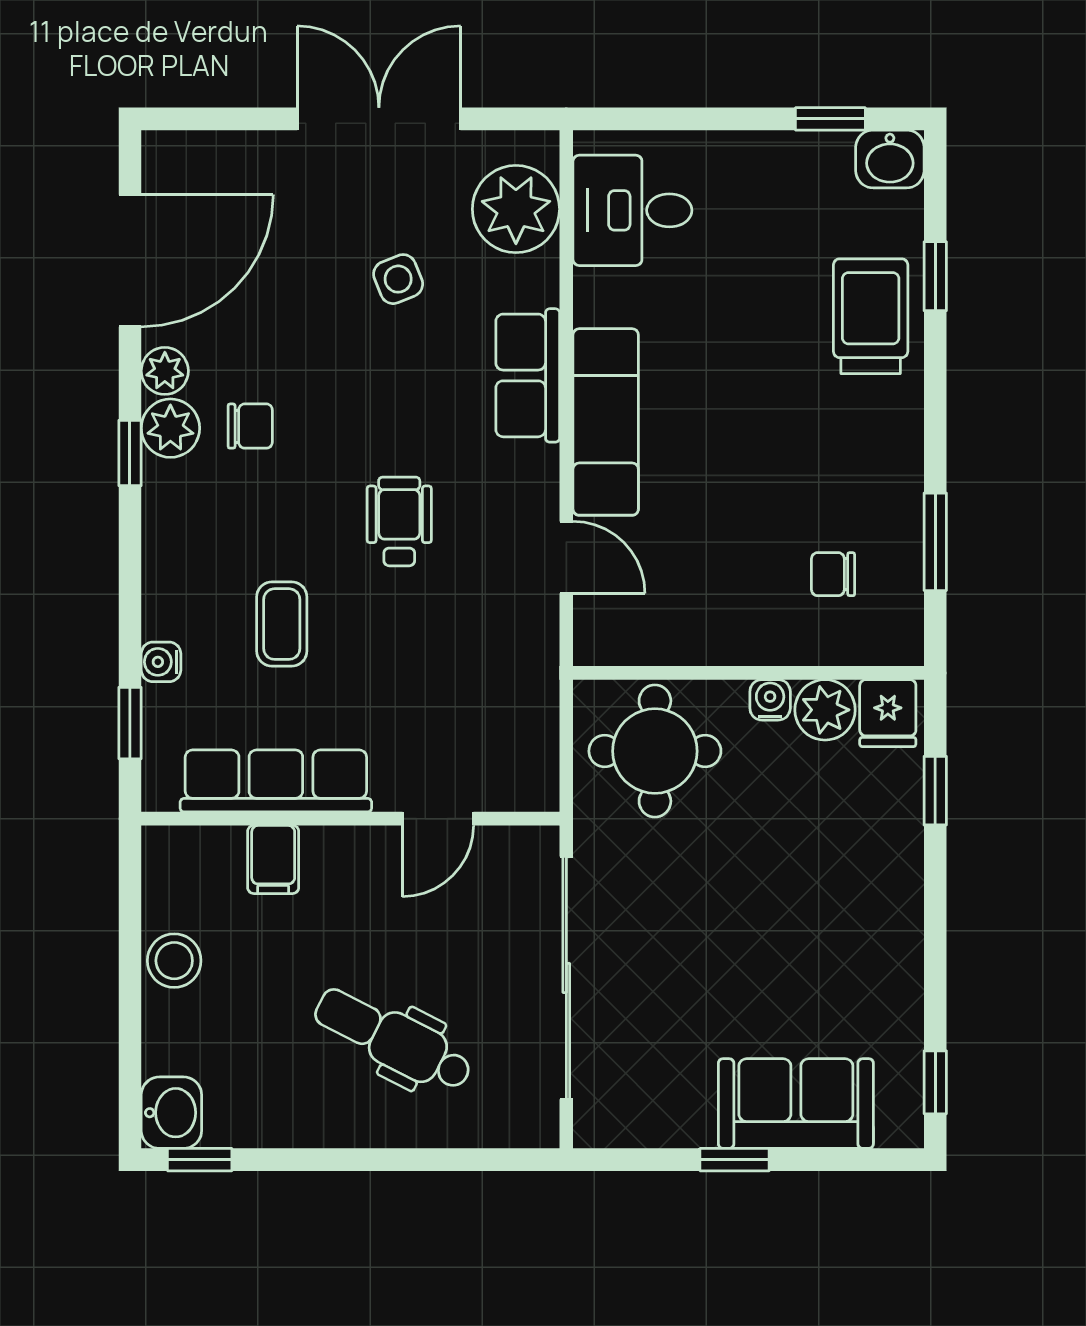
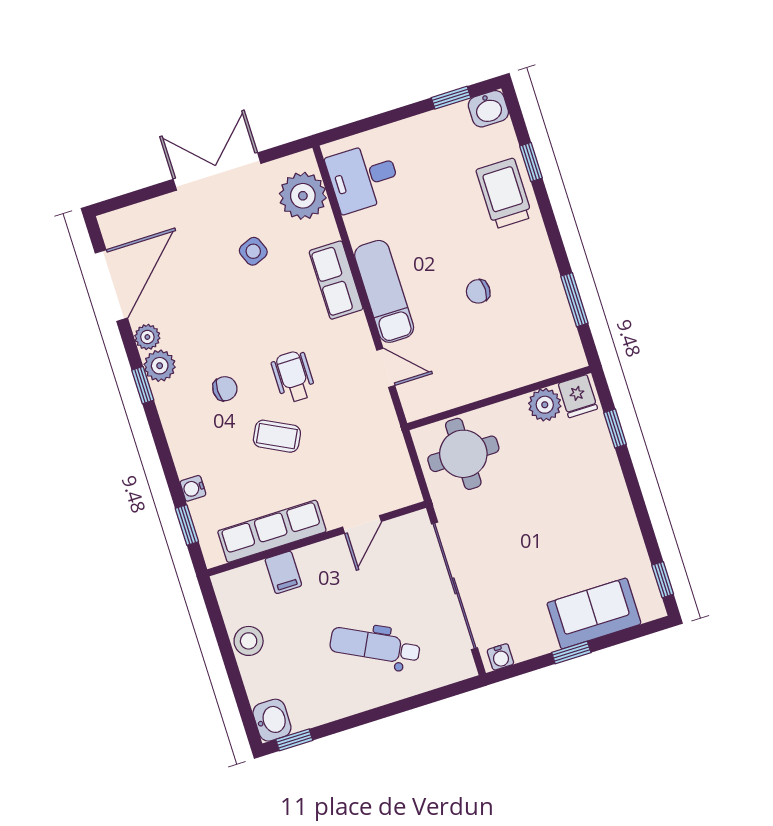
chair: (250, 426) -> (225, 389), moved
chair: (833, 574) -> (478, 291), moved
coffee table: (282, 624) -> (277, 436), moved, turned -63
water cooler: (770, 700) -> (500, 657), moved, turned 180

